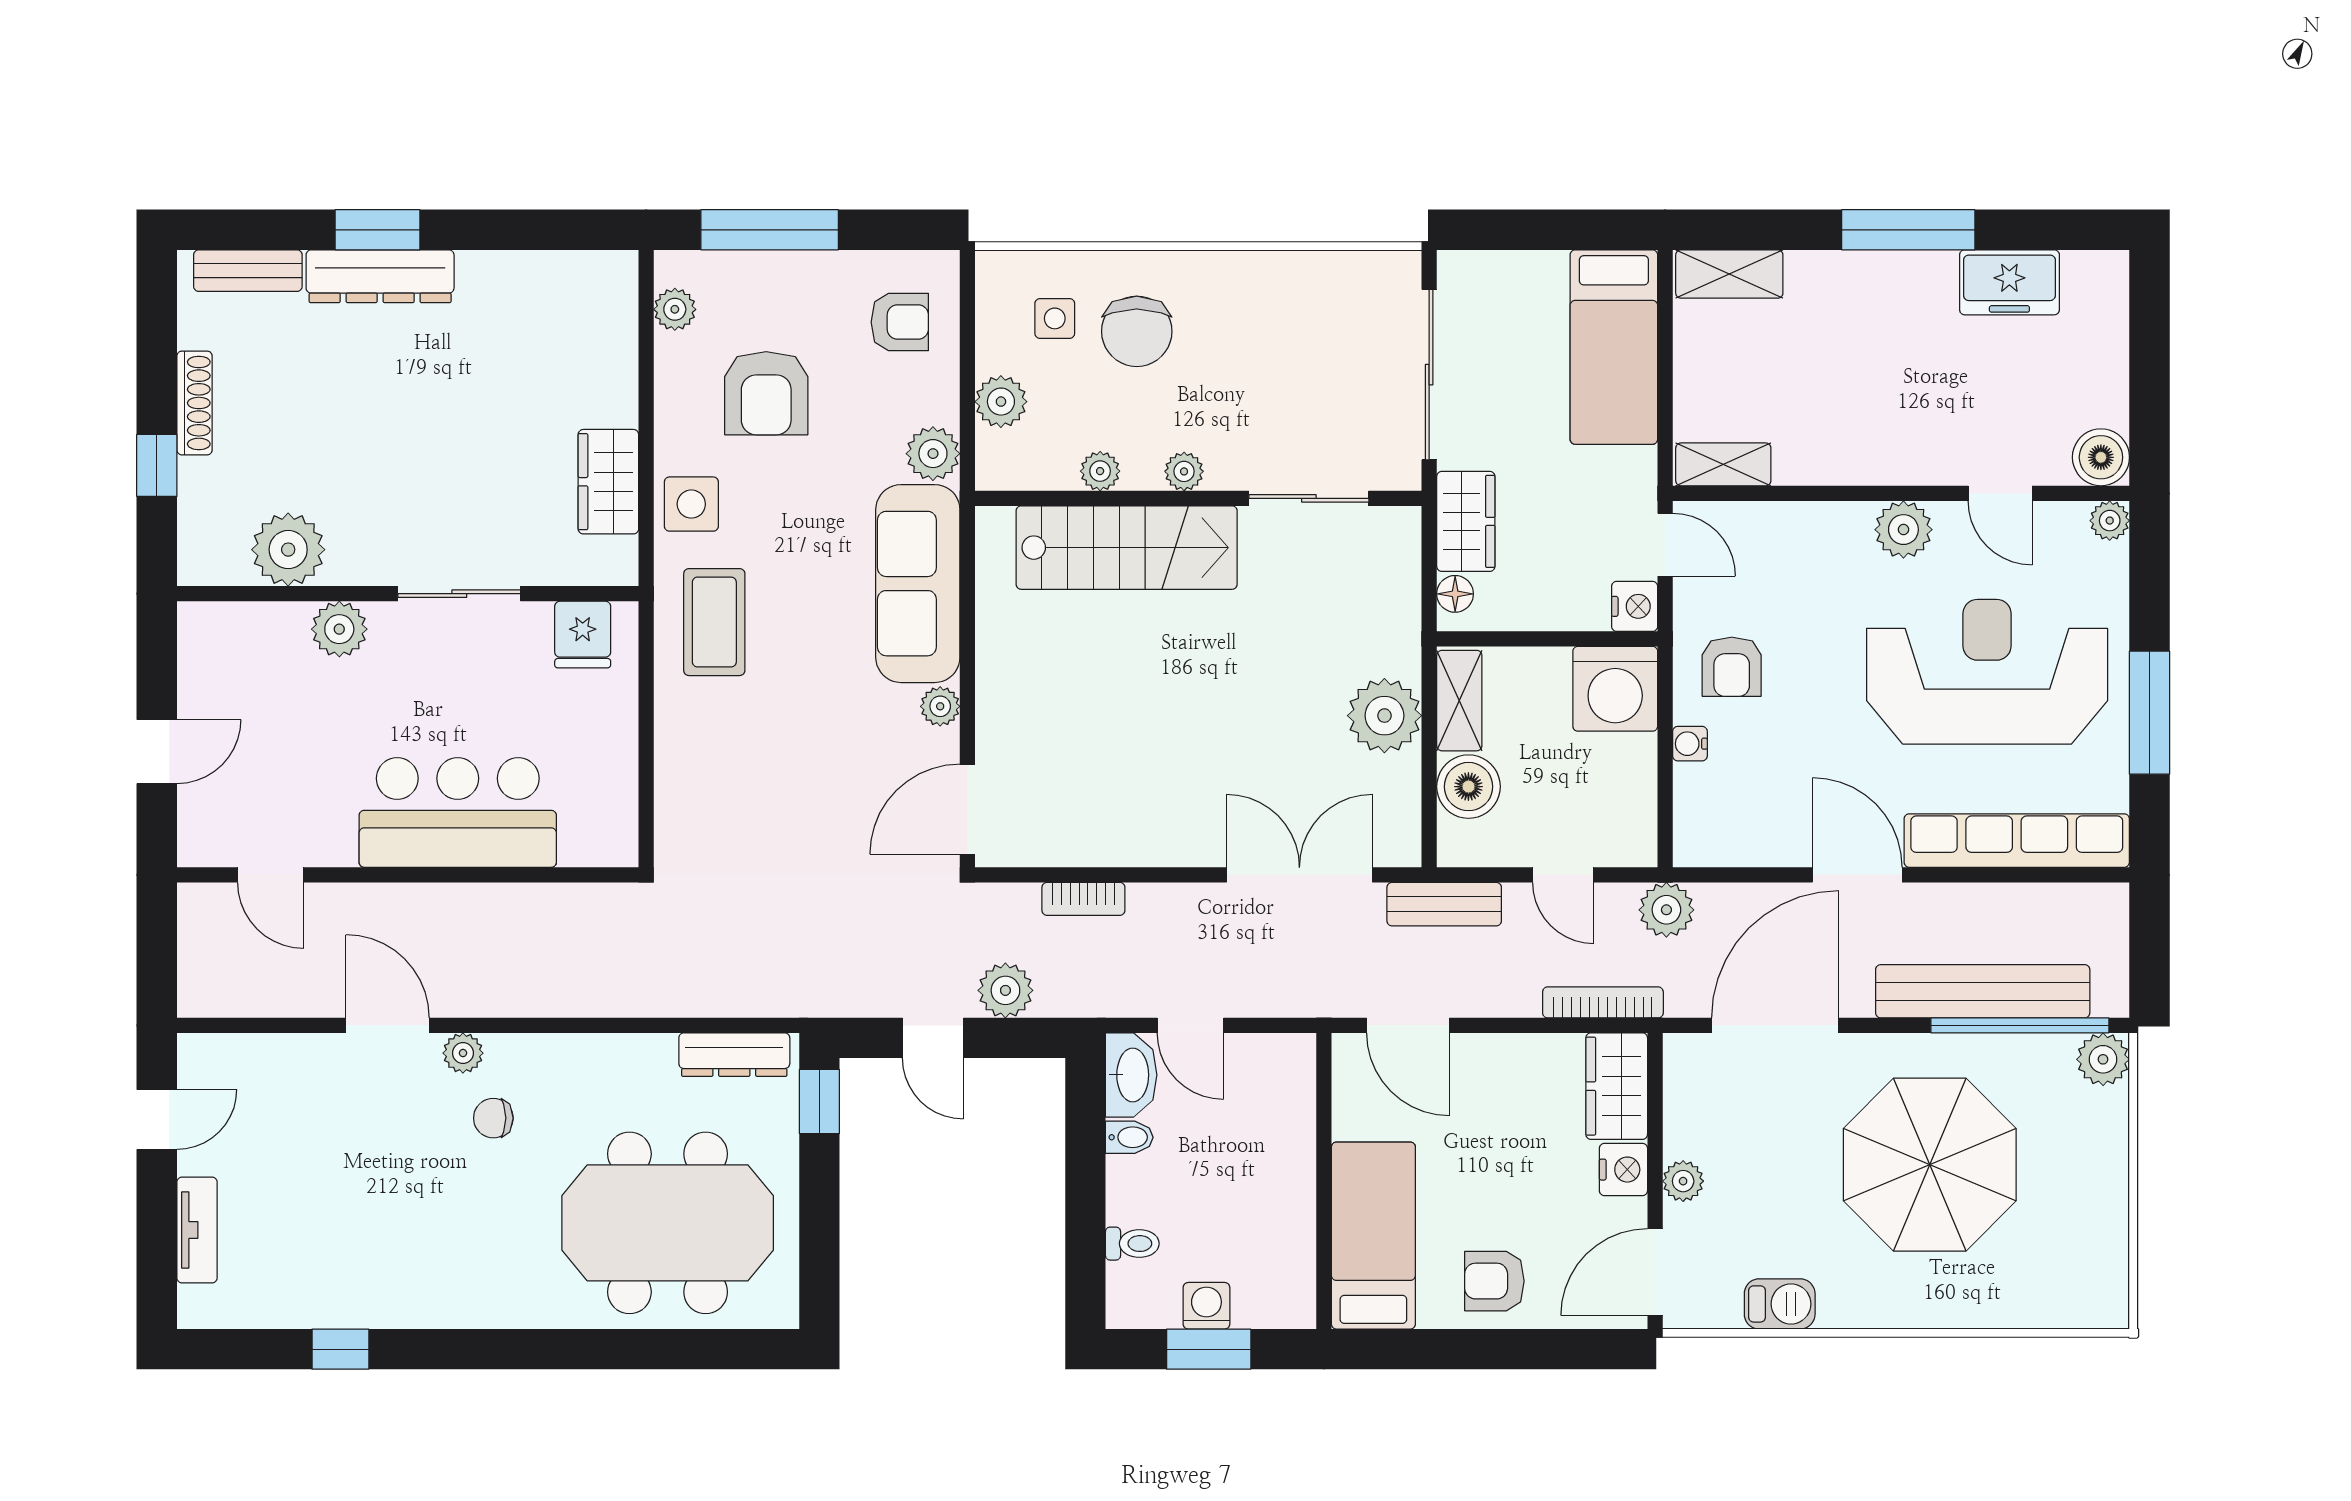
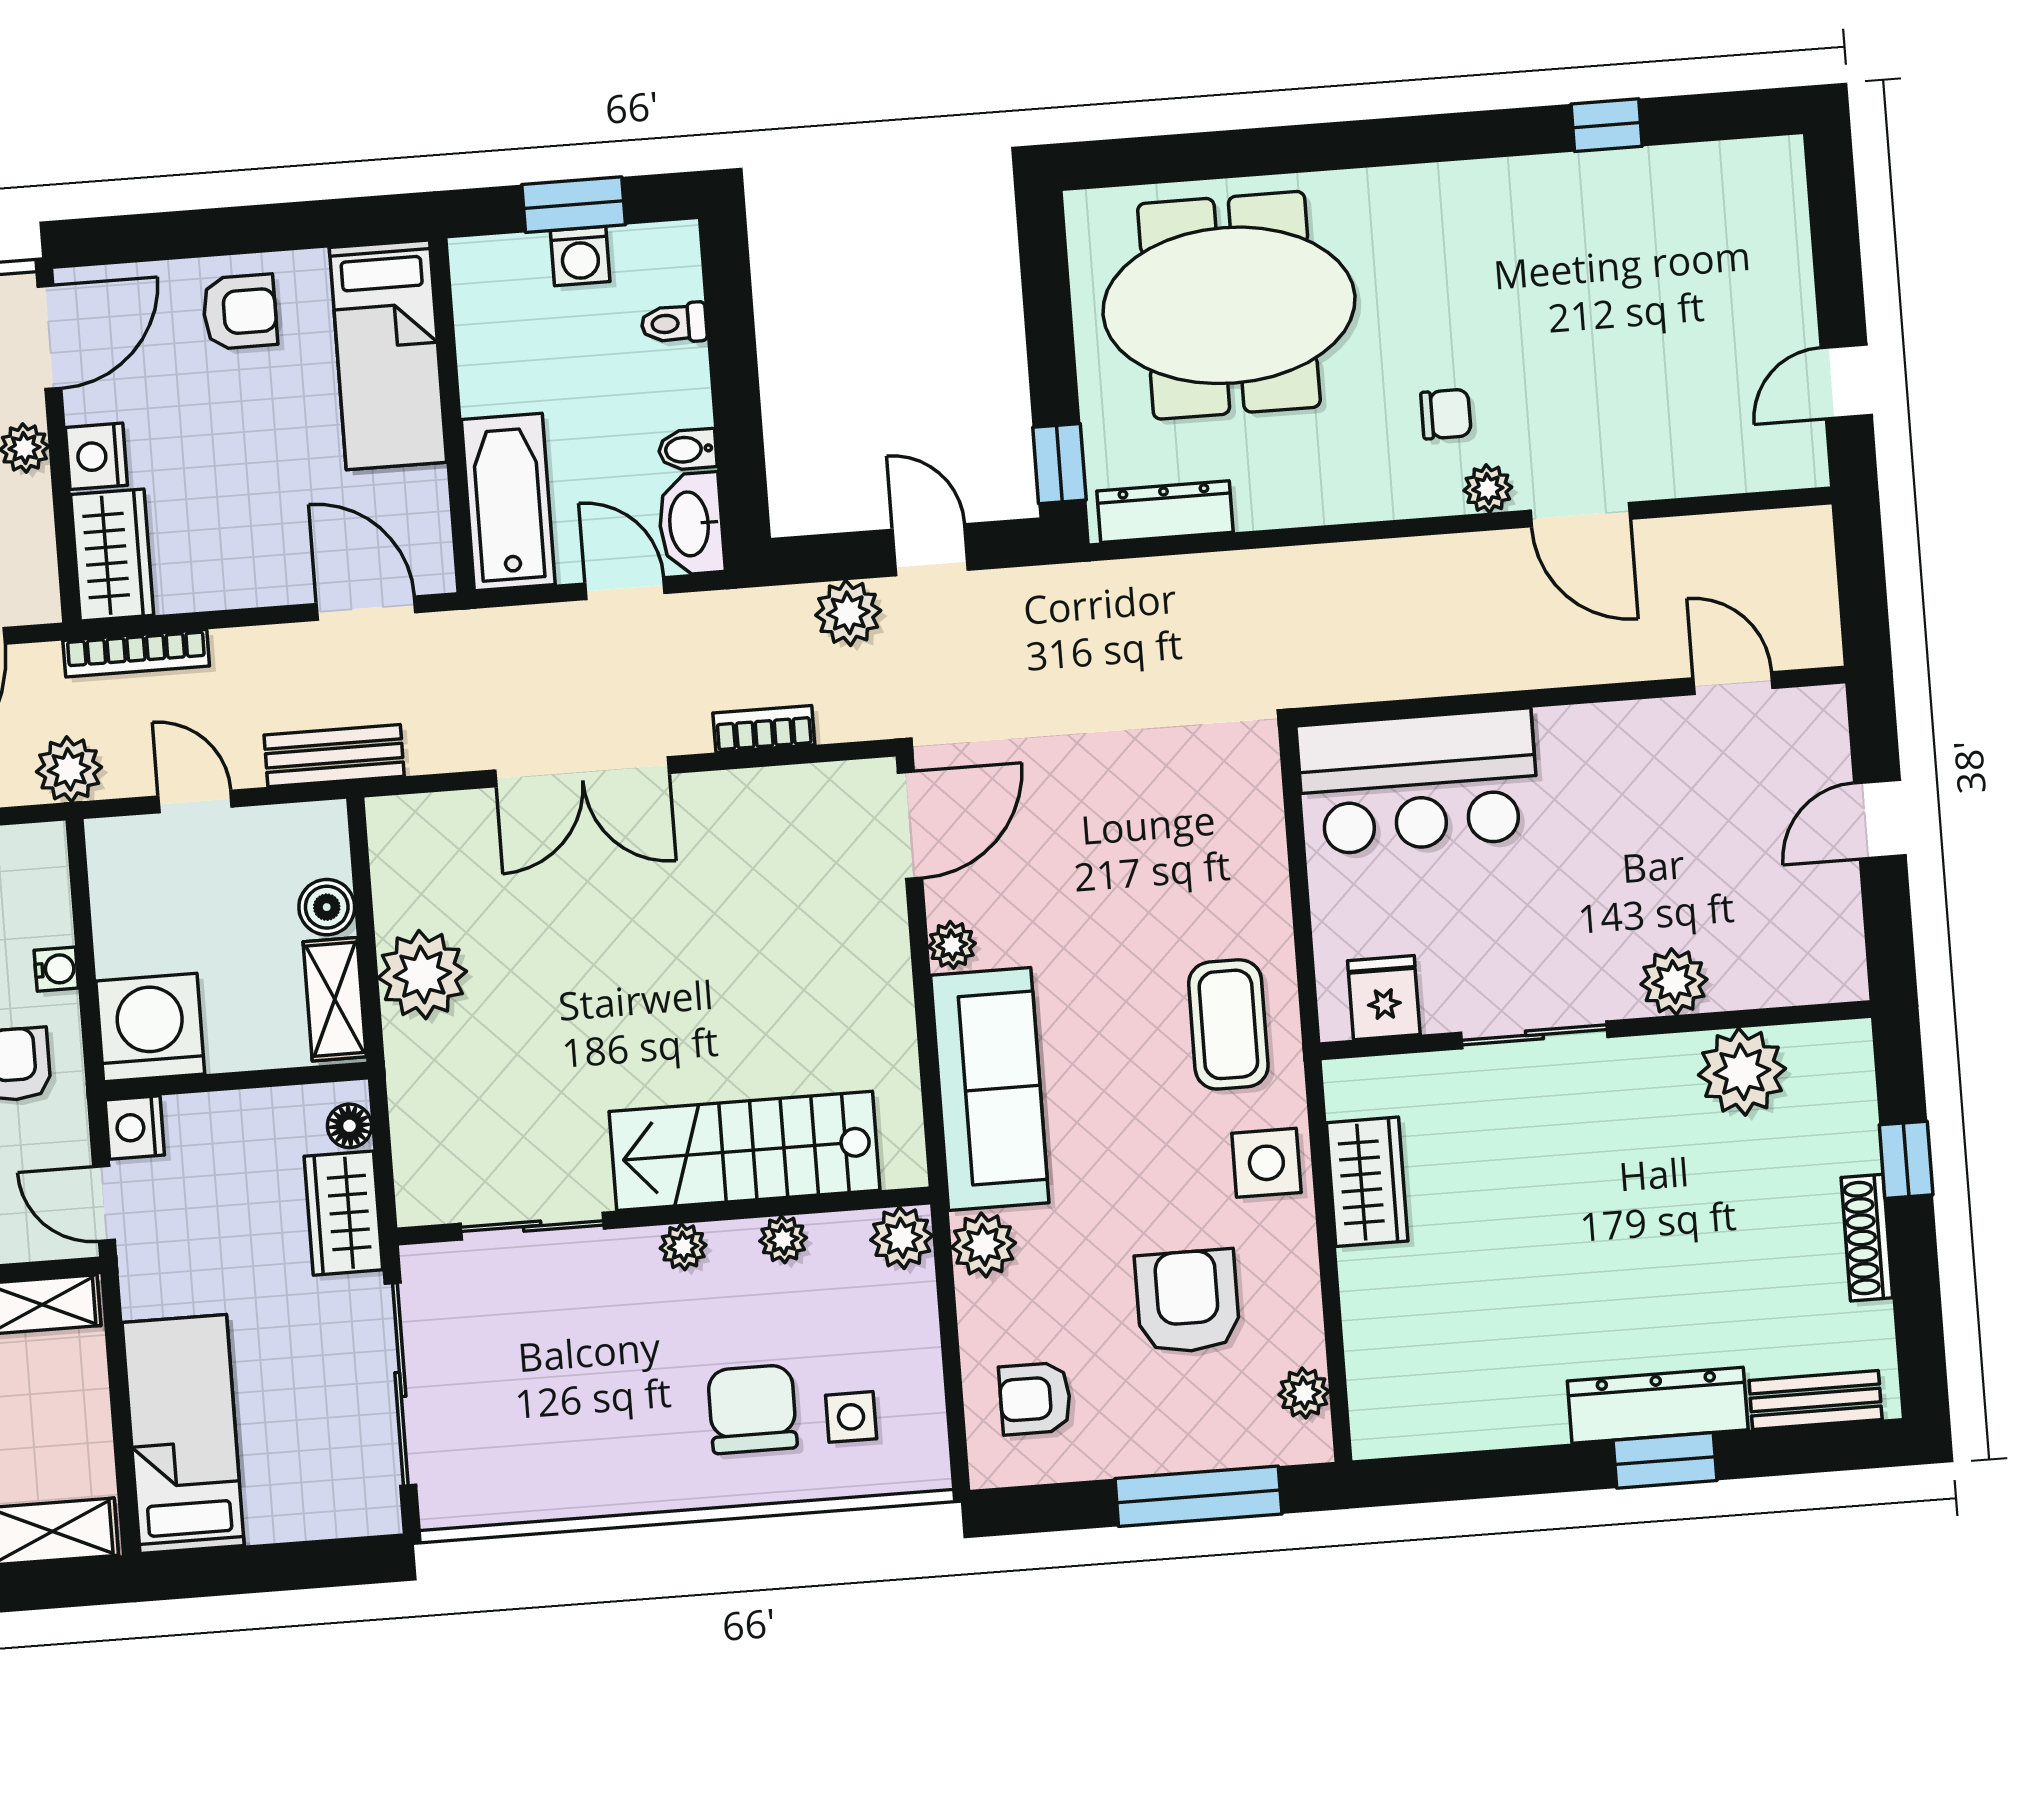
plant: (1001, 402) -> (902, 1238), moved
boiler: (1468, 787) -> (327, 907), width x0.73, depth x0.73
bar counter: (458, 812) -> (1418, 782), moved
double door: (1299, 875) -> (582, 772), moved
bathtub: (1282, 1105) -> (508, 502), added
tv unit: (197, 1230) -> (1788, 254), removed

